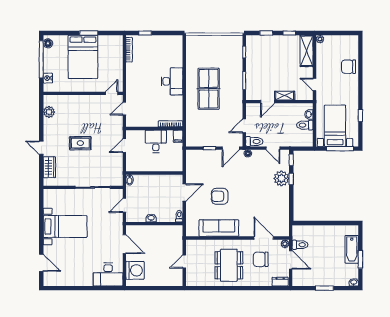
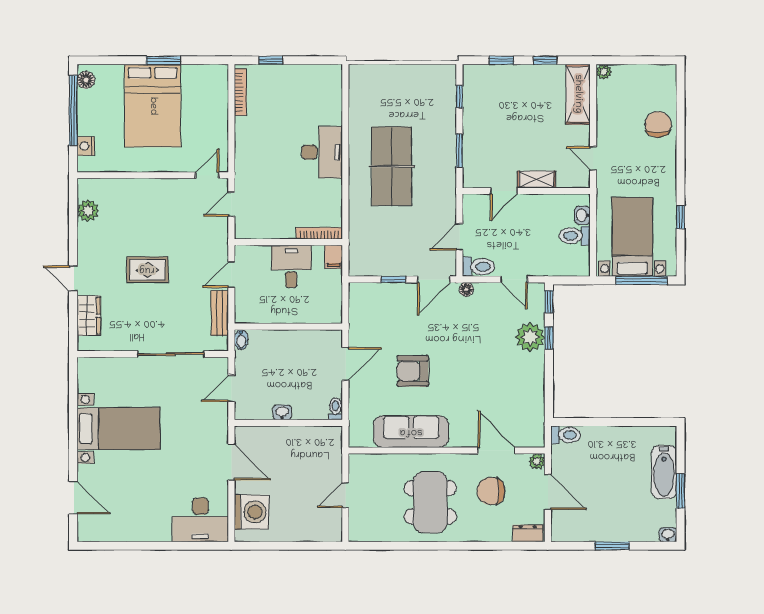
chair: (349, 67) -> (658, 124), turned 90
bench: (118, 166) -> (220, 313), added
toilet: (300, 245) -> (566, 435), moved

